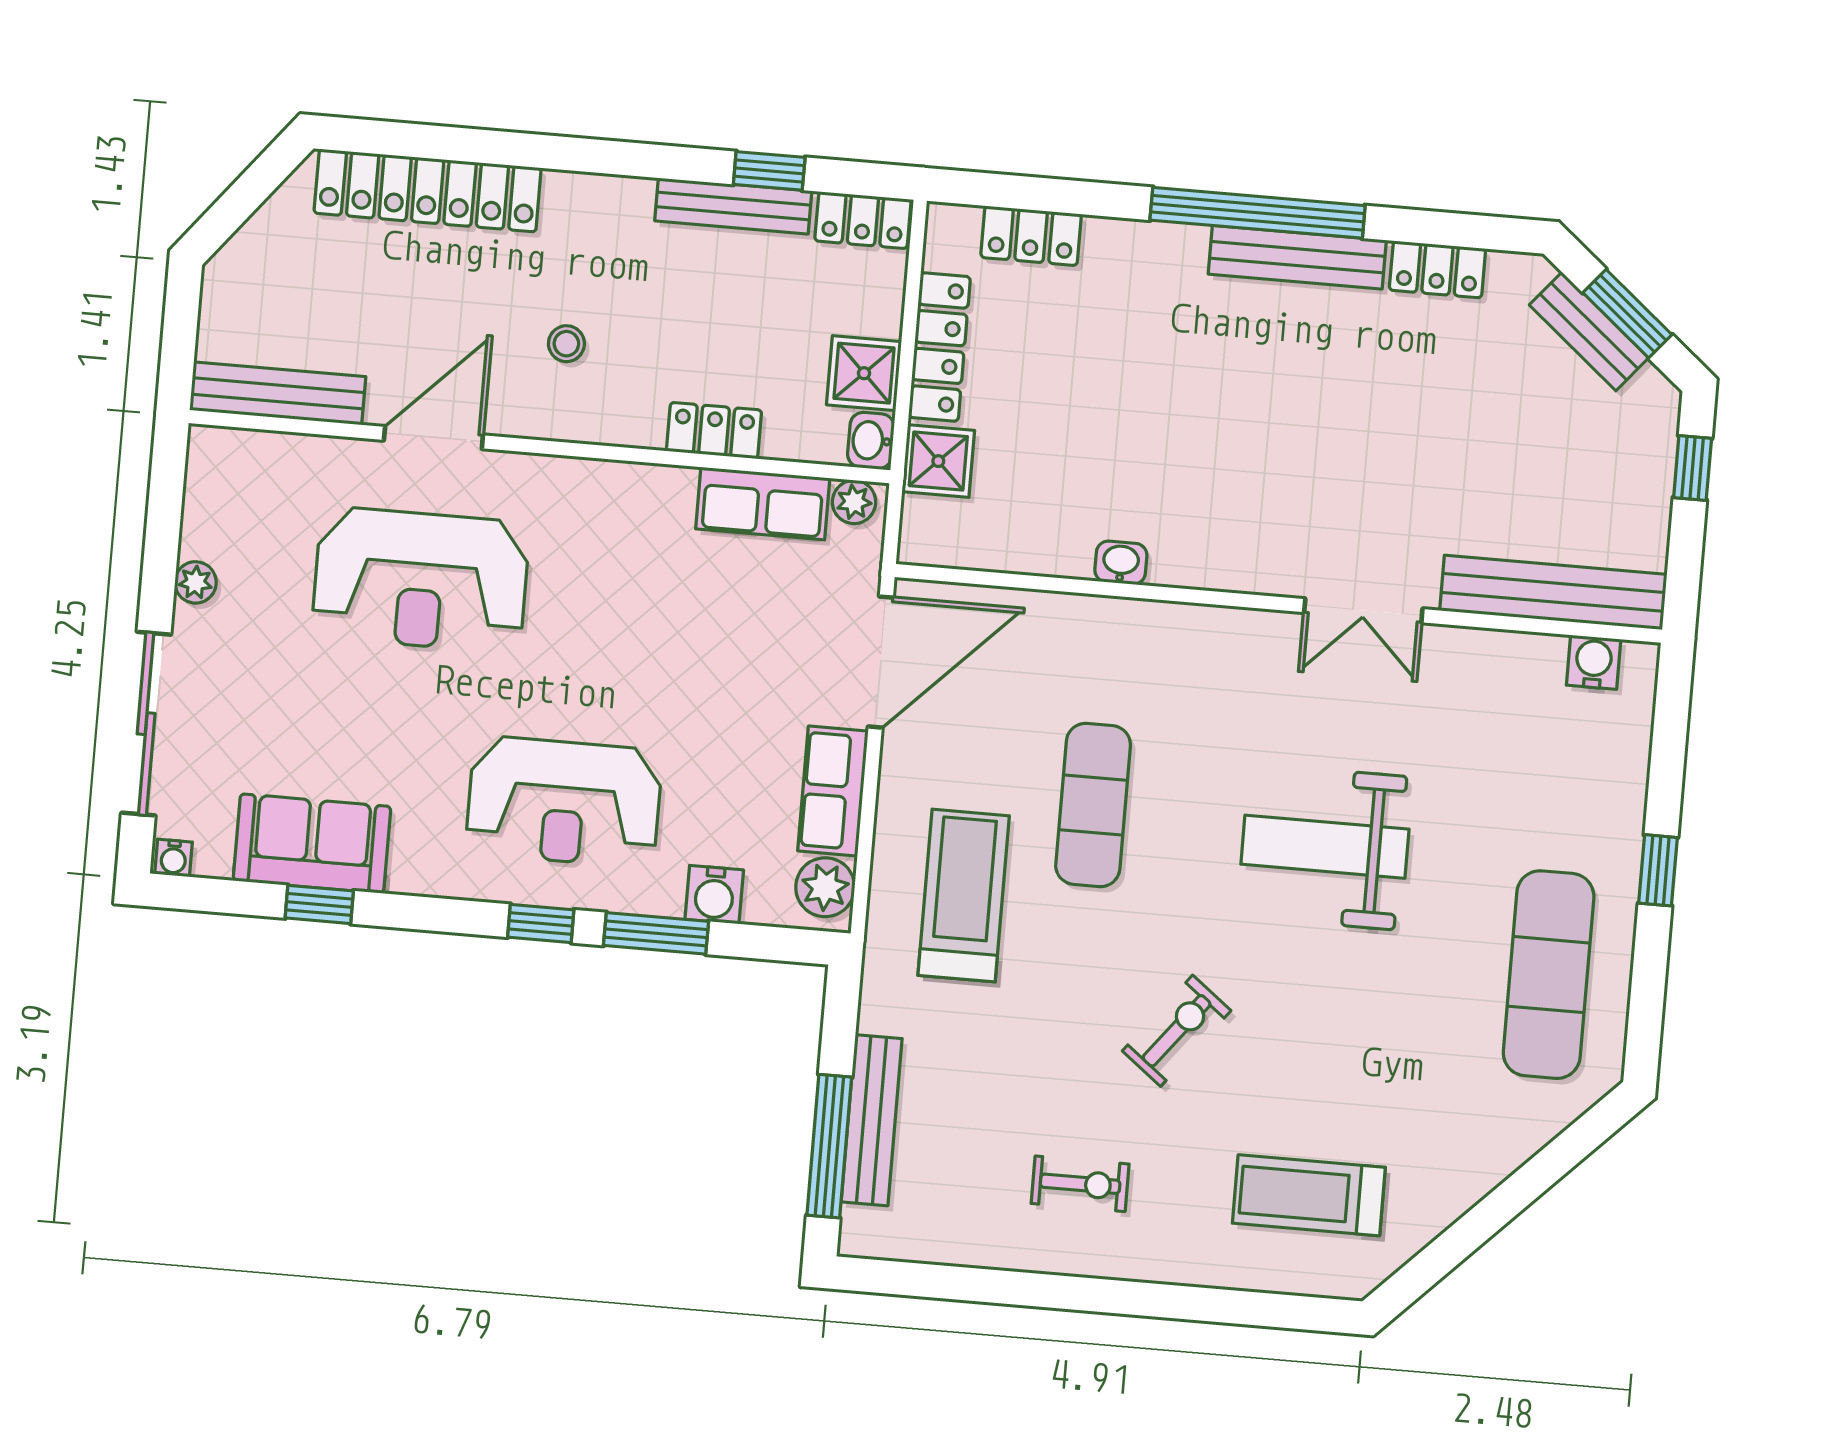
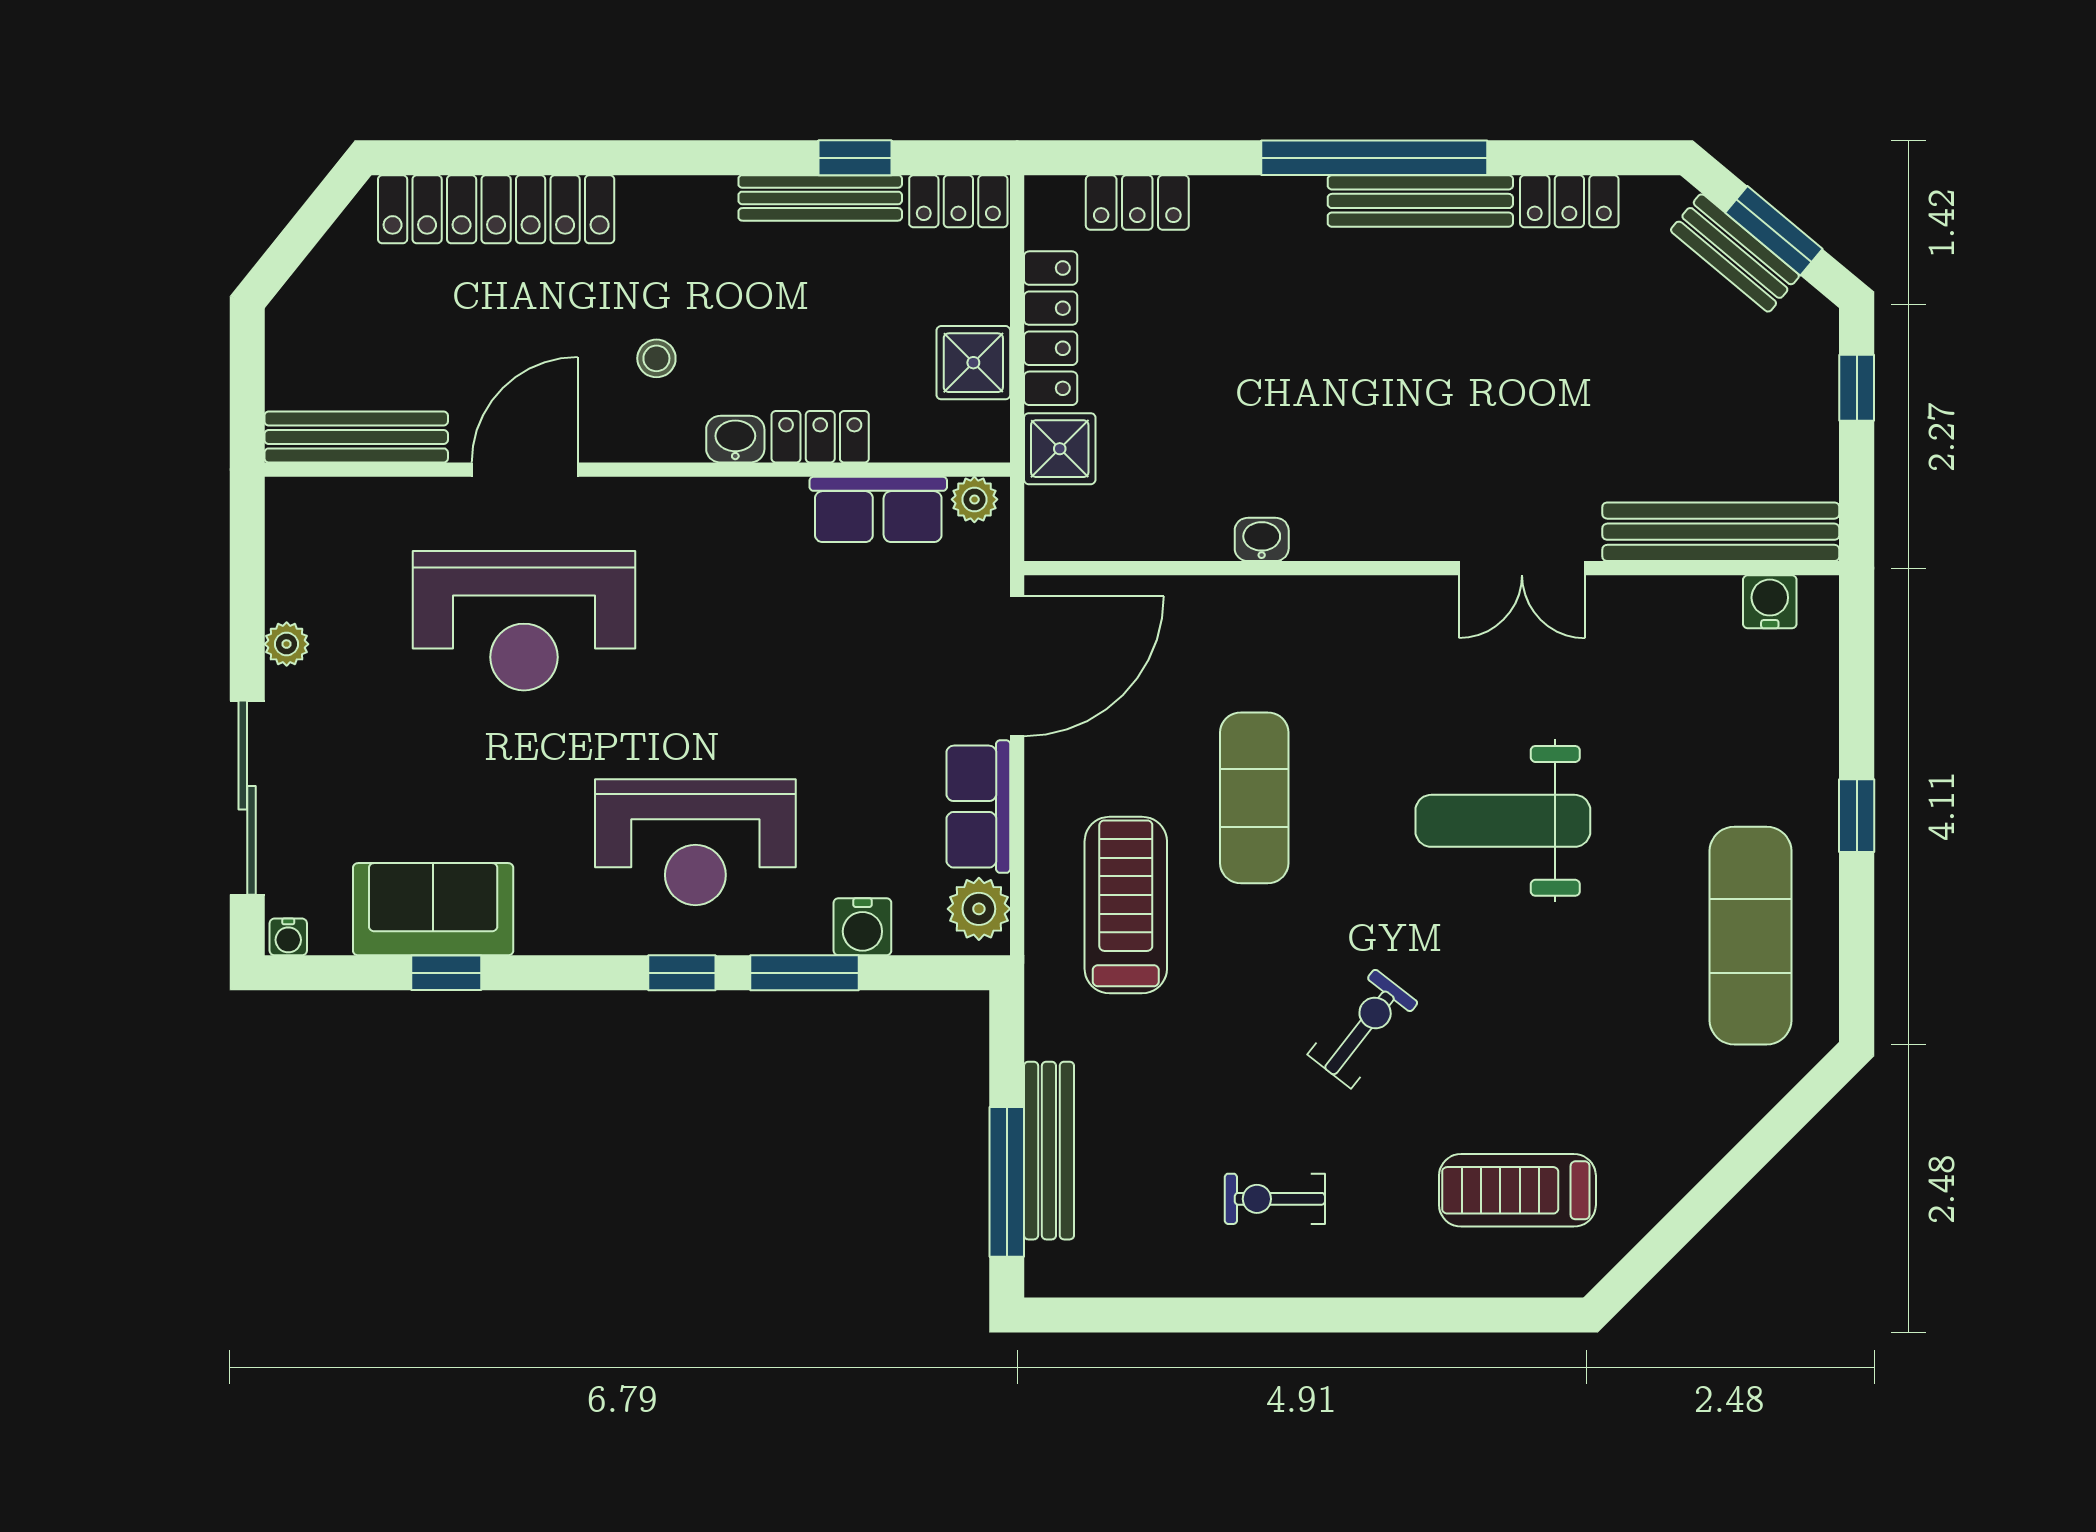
washbasin: (871, 441) -> (735, 439), moved, turned 90
exercise bike: (1080, 1184) -> (1275, 1199), turned 180

